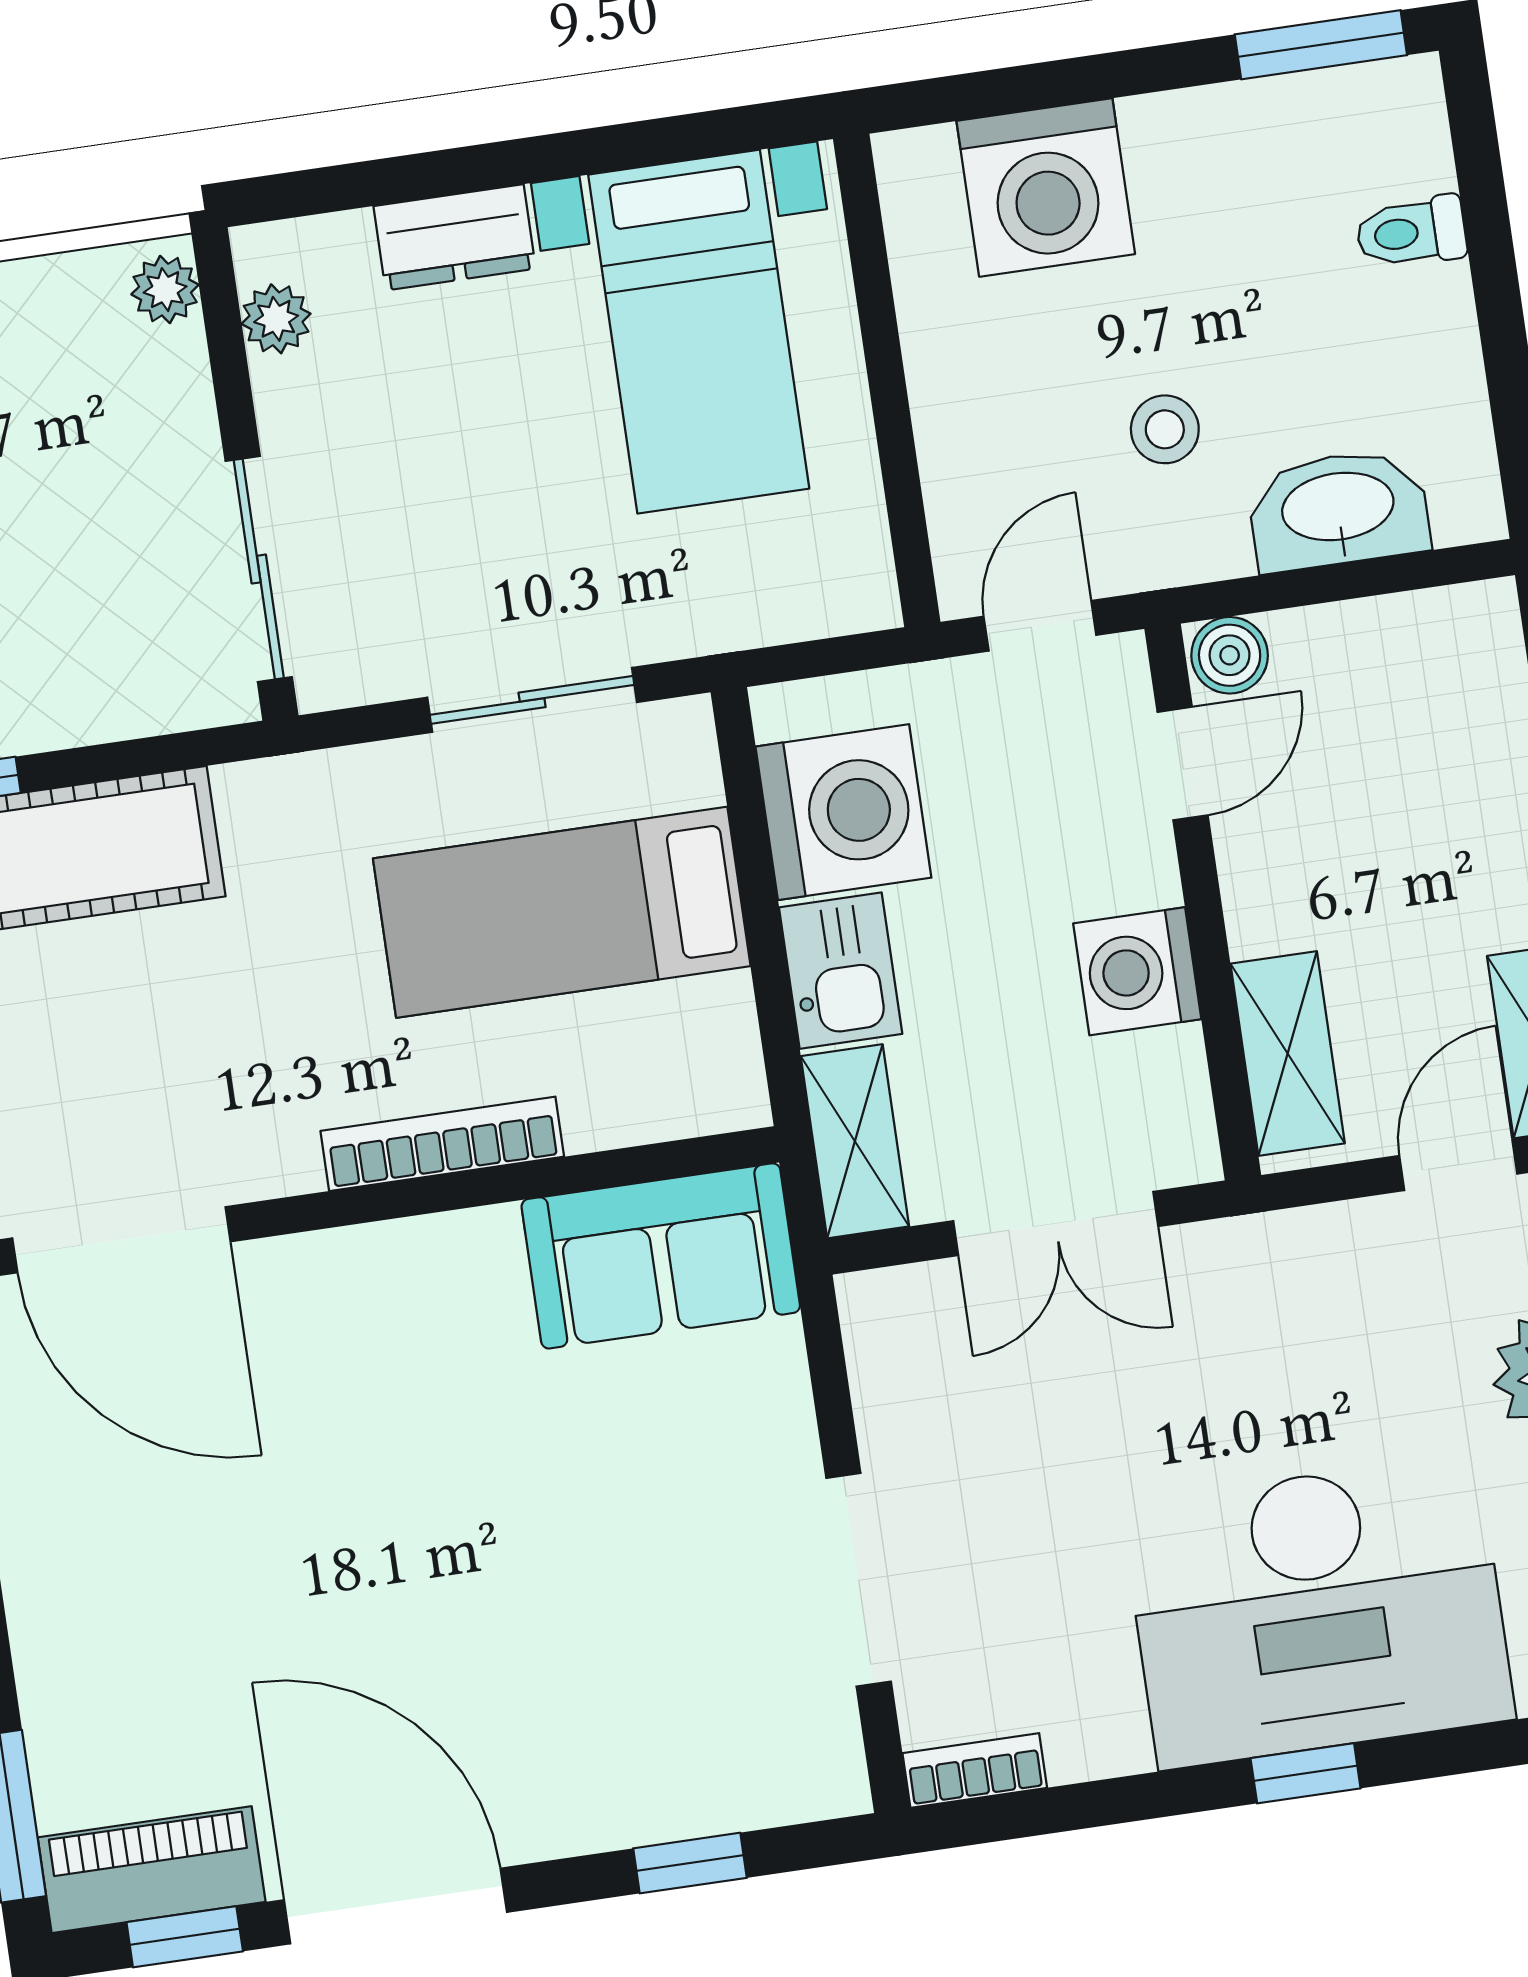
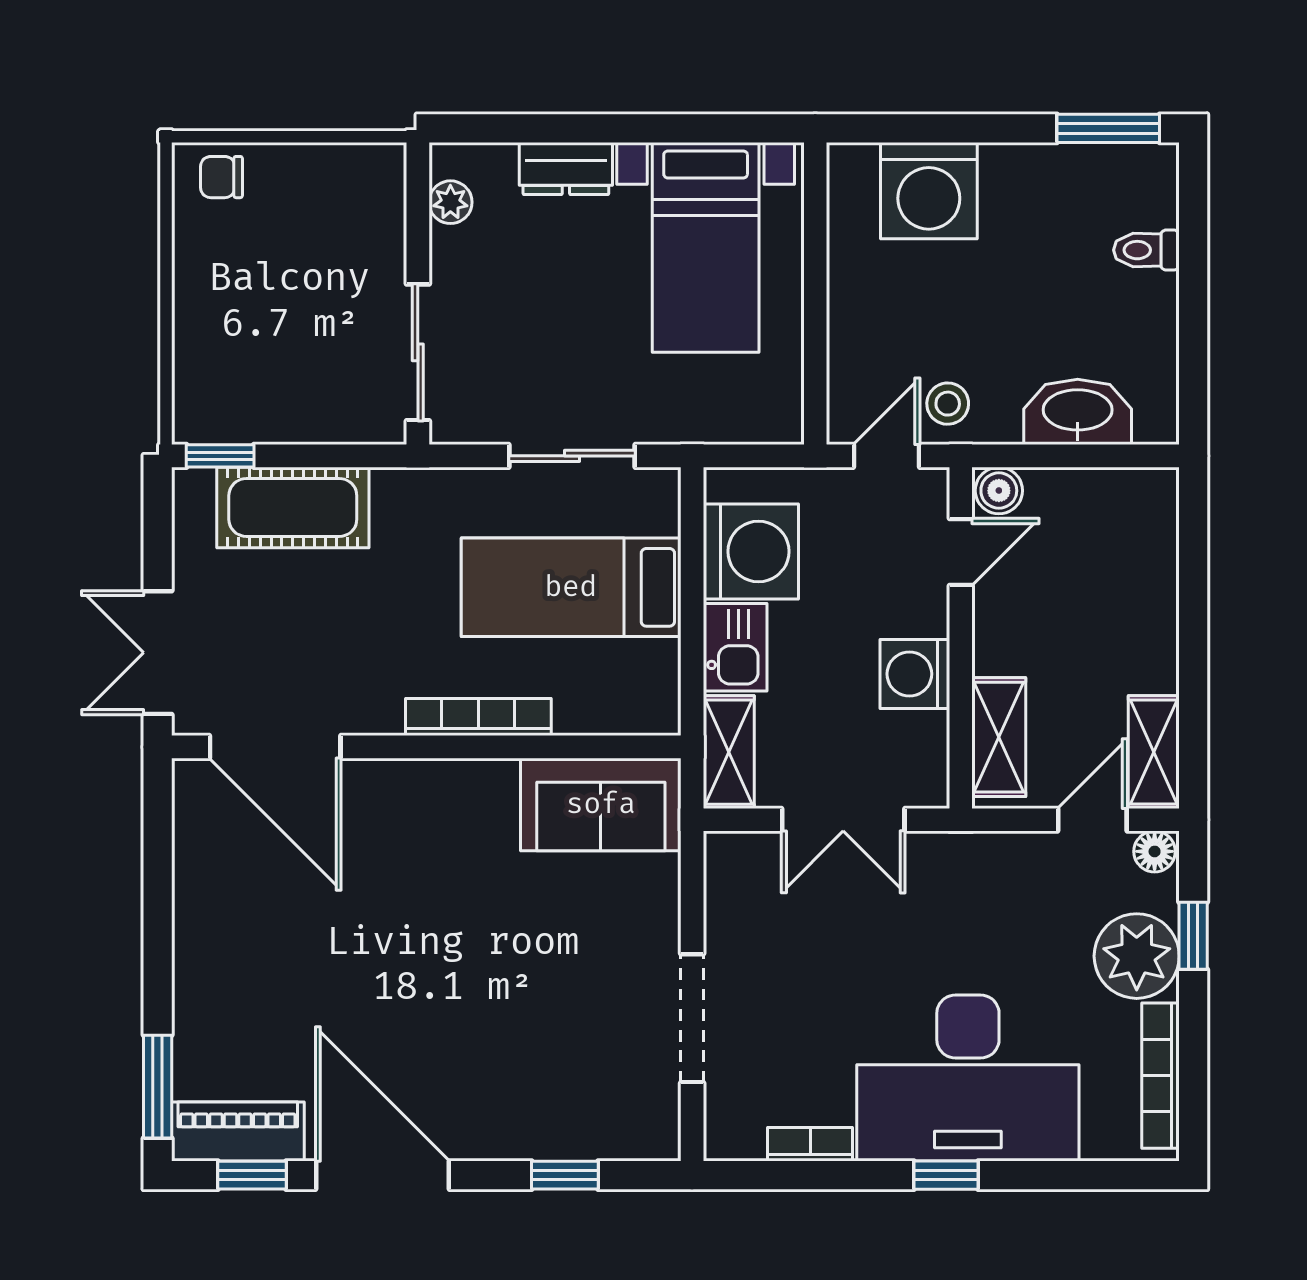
plant: (165, 290) -> (386, 175), removed
stool: (1165, 429) -> (948, 404), moved
bookcase: (975, 1770) -> (810, 1144), moved

